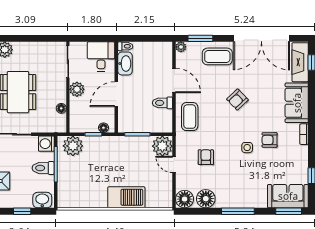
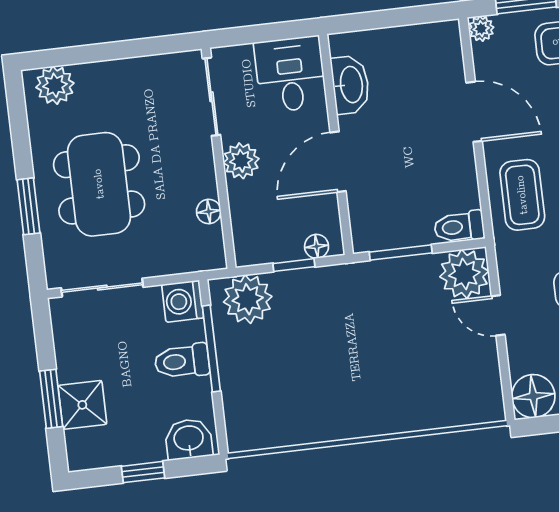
toilet: (125, 46) -> (346, 43), removed
toilet: (162, 103) -> (459, 227), moved
barbecue: (126, 197) -> (392, 408), removed

